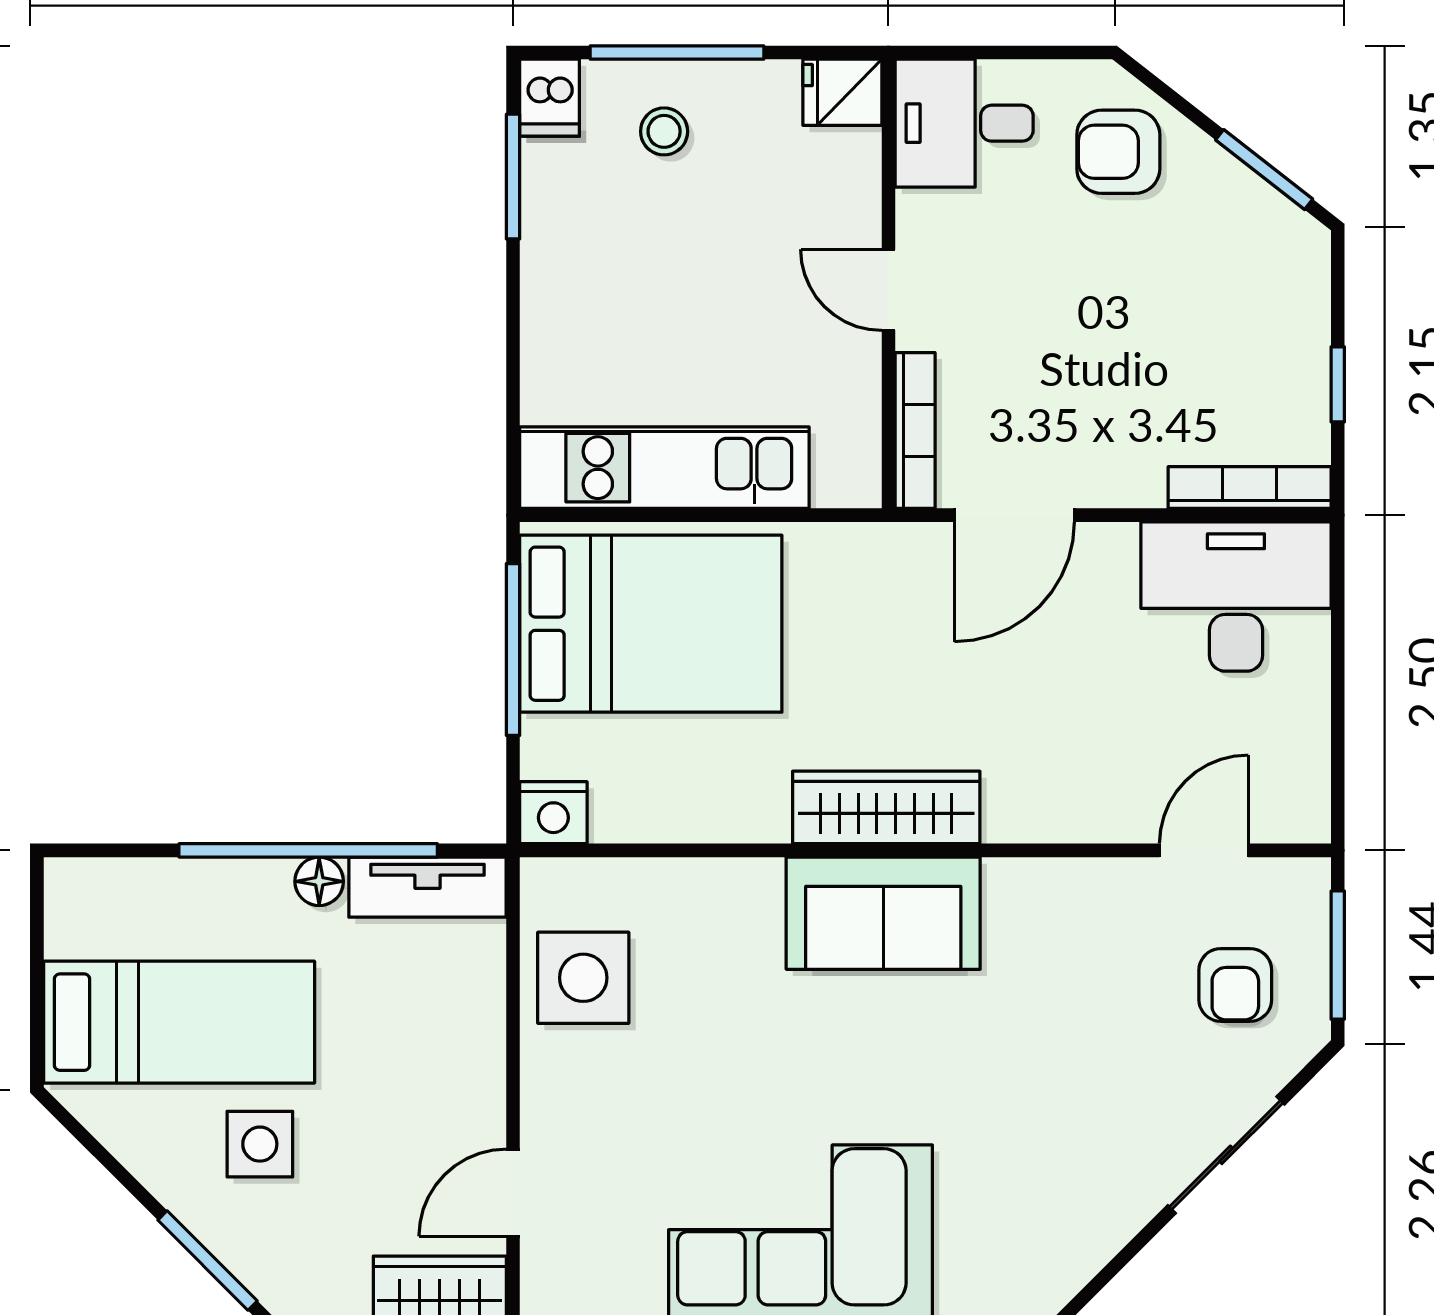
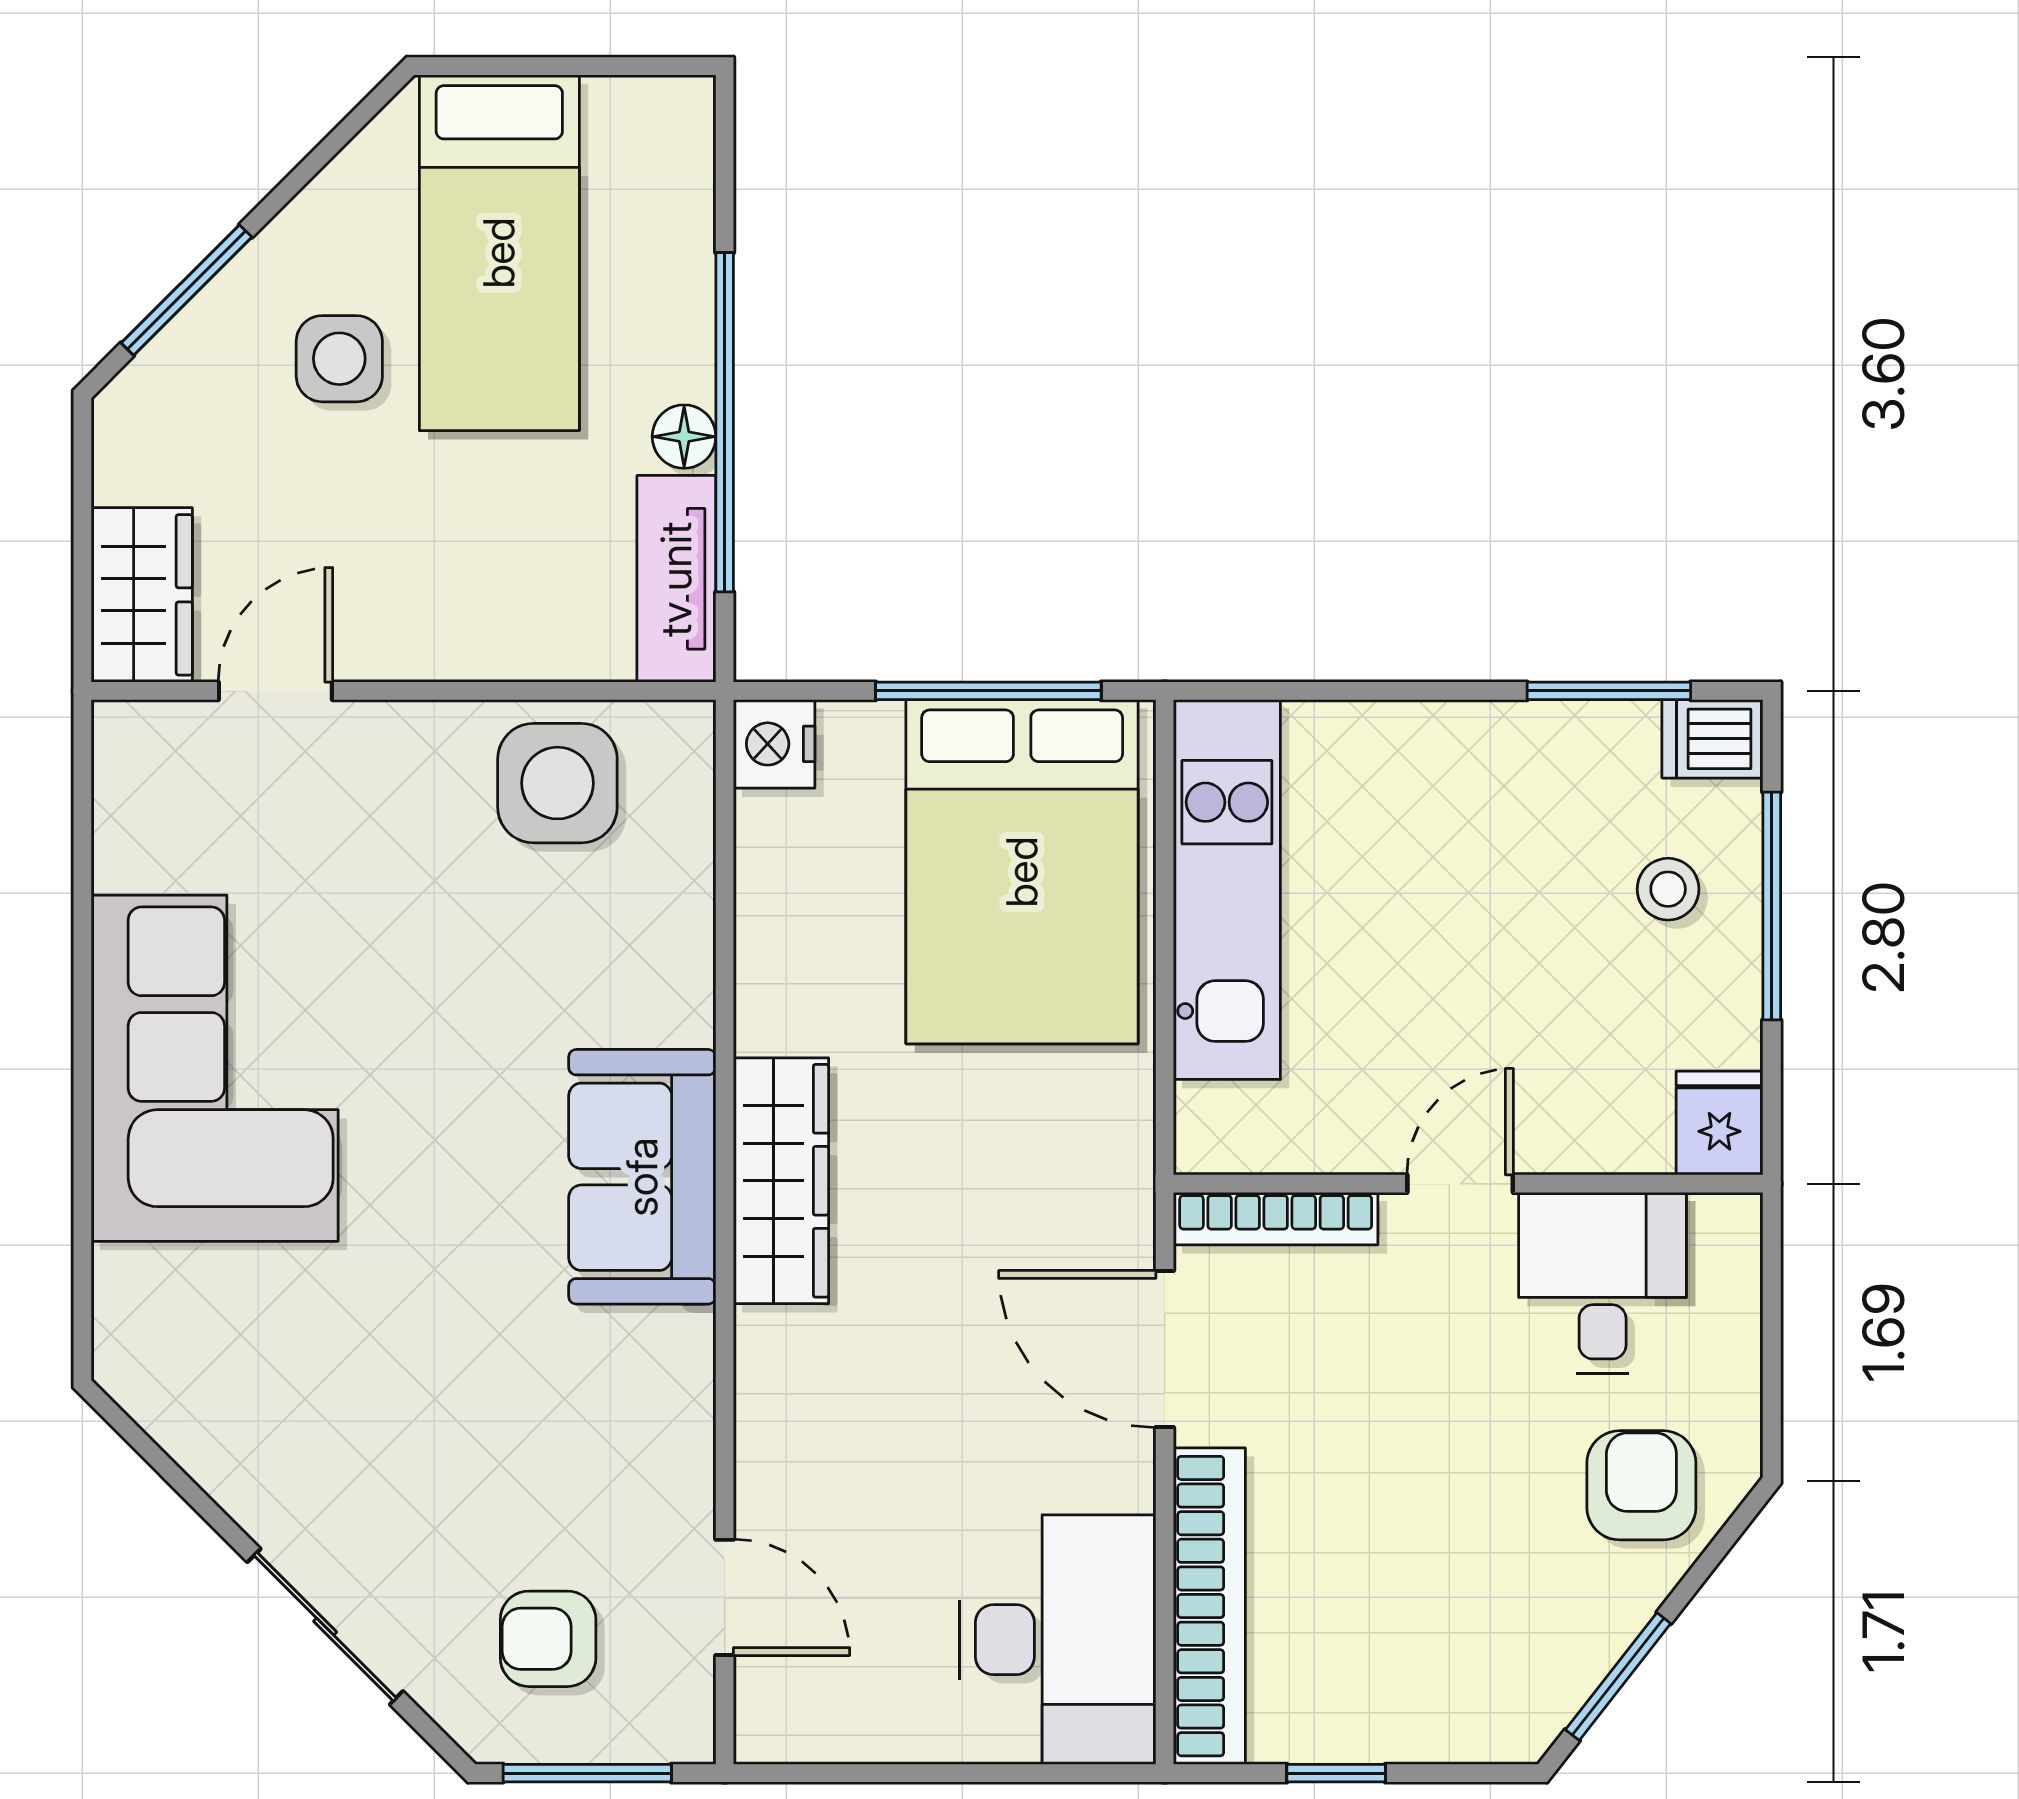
desk: (964, 123) -> (1603, 1283), moved
bookcase: (1250, 488) -> (1209, 1606), width x1.48, depth x1.31
door: (513, 1193) -> (275, 691), hinge flipped

